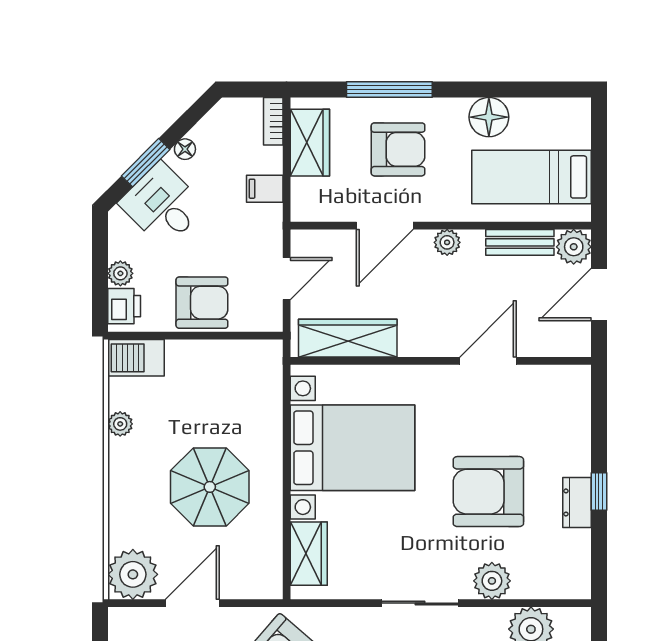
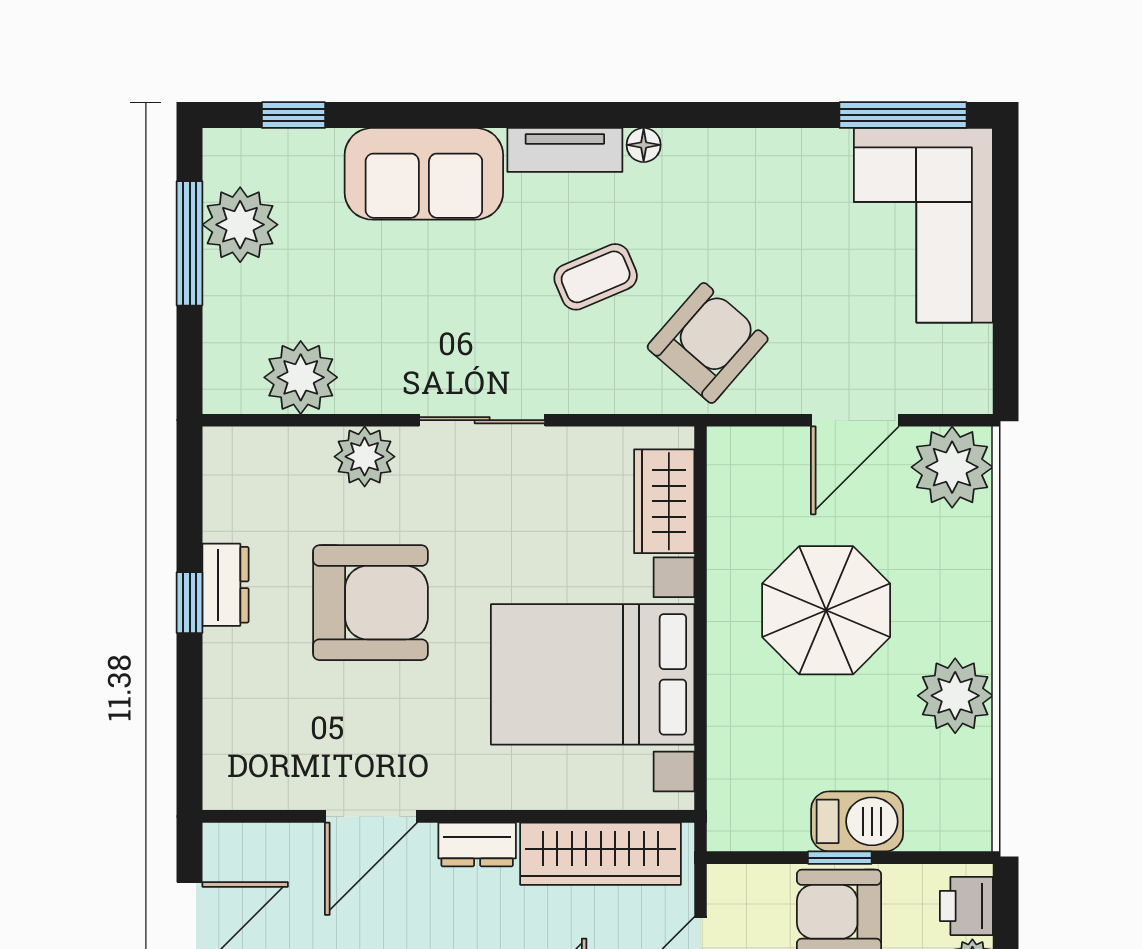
window: (201, 336) -> (840, 858), added
dresser: (423, 344) -> (477, 844), added
barbecue: (136, 358) -> (857, 821), moved
plant: (120, 424) -> (955, 696), width x1.88, depth x1.88

